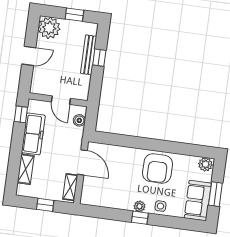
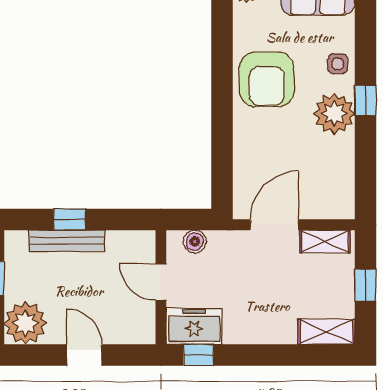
door: (61, 100) -> (161, 282), swing flipped
freezer: (33, 134) -> (194, 326), moved, width x0.71
armchair: (158, 168) -> (267, 79), turned 90
shelving: (26, 169) -> (326, 332), moved
plant: (140, 206) -> (334, 114), width x1.88, depth x1.88

